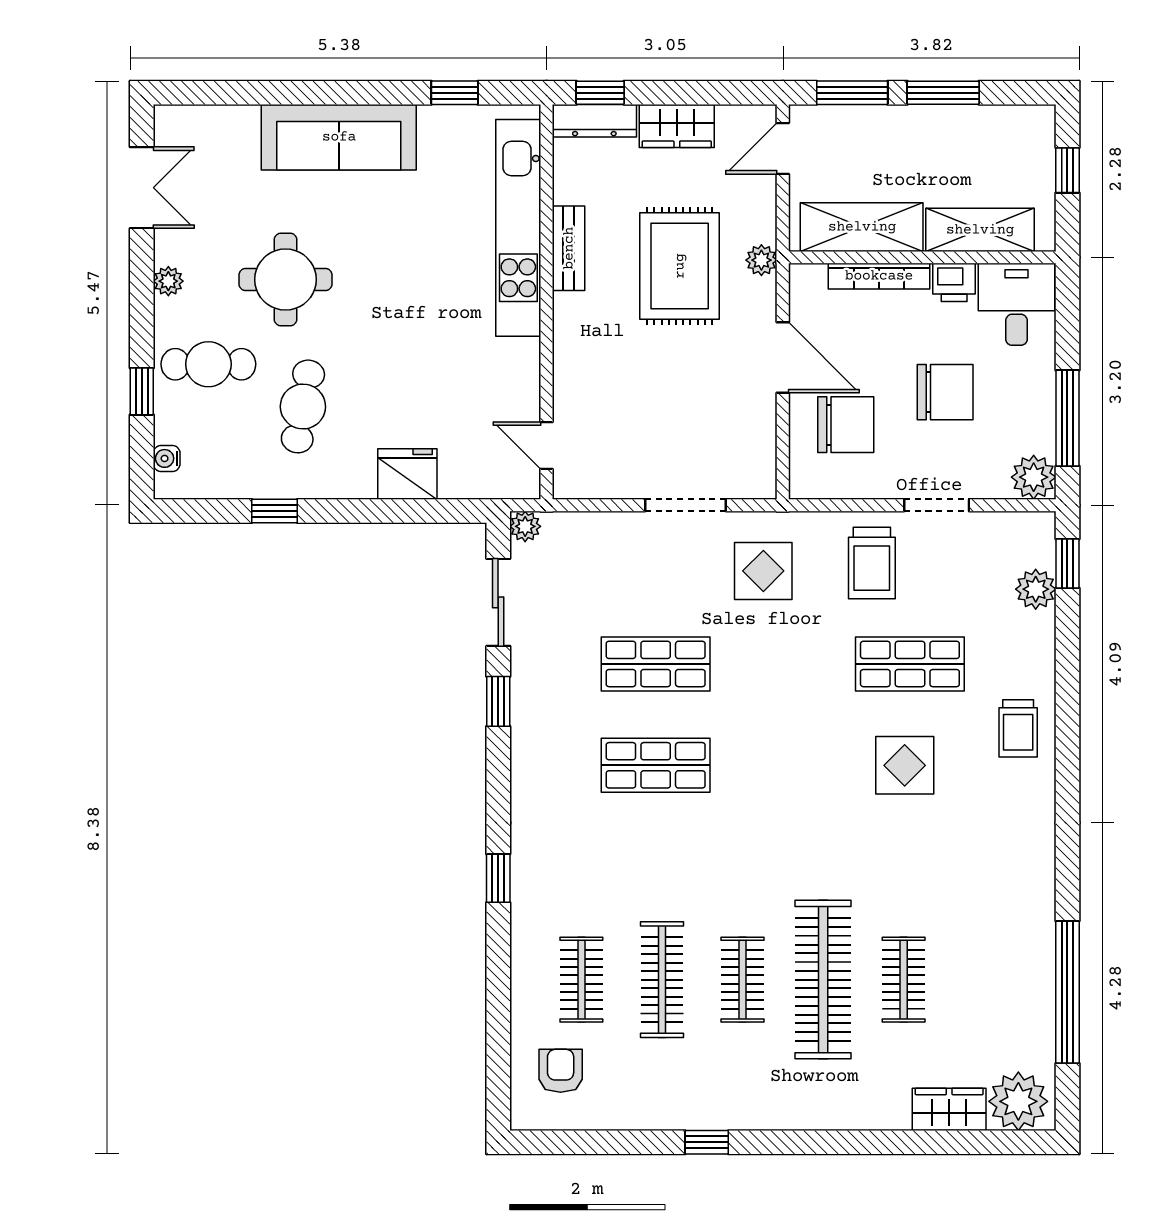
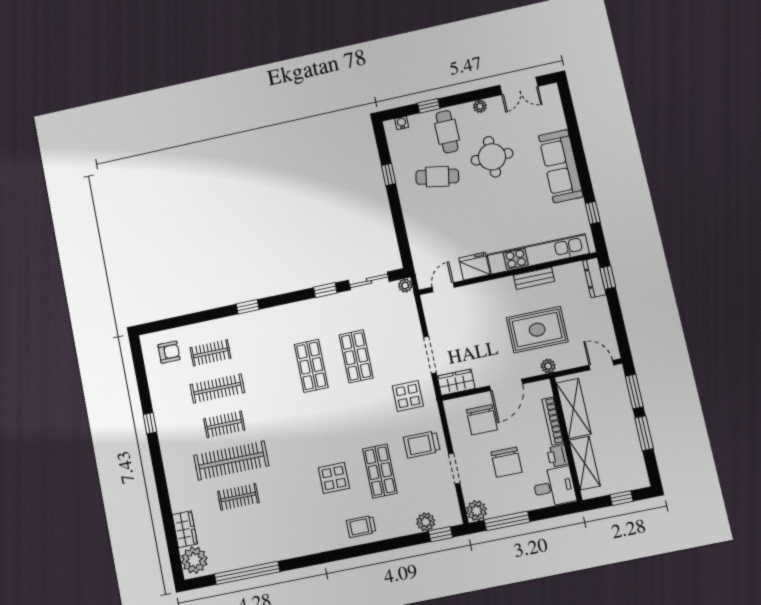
wardrobe: (677, 126) -> (456, 382), moved, turned 90
fridge: (407, 474) -> (474, 266), moved, turned -90

